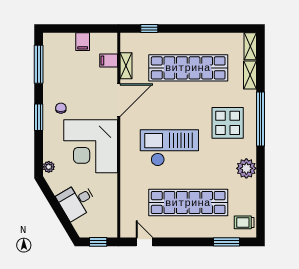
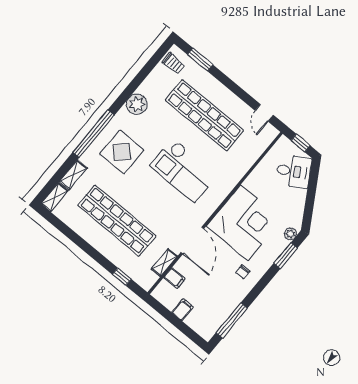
door: (119, 100) -> (192, 241), swing flipped
window: (39, 117) -> (286, 256), moved
desk: (77, 201) -> (294, 171), moved

